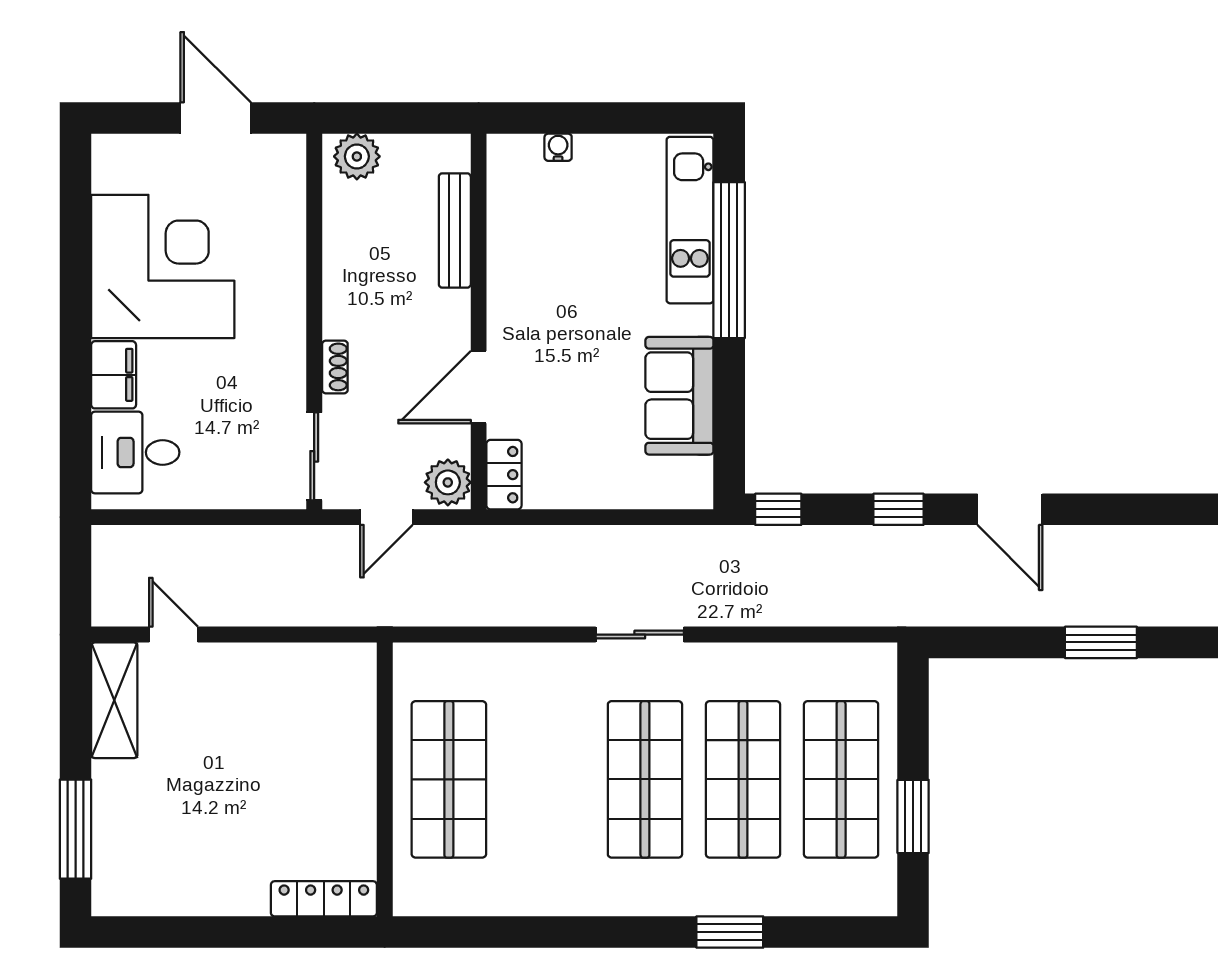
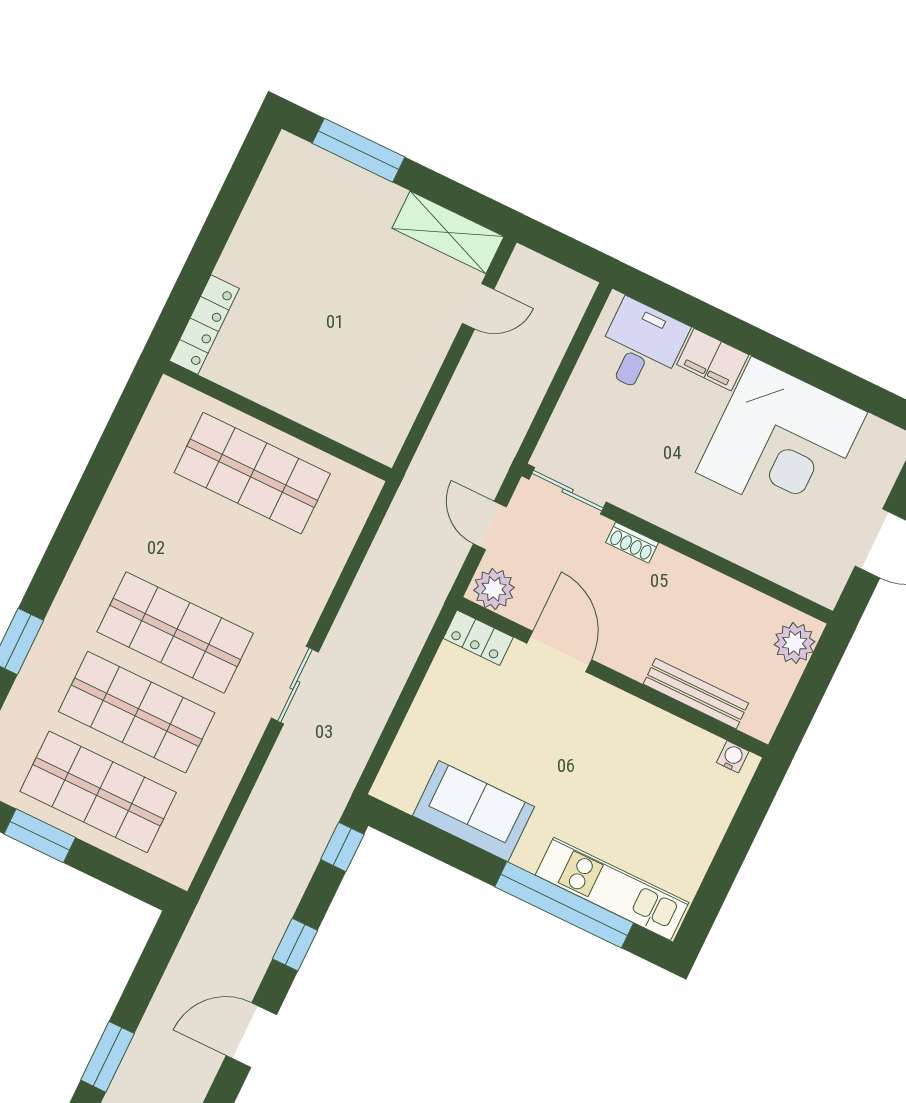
water cooler: (558, 147) -> (733, 757), moved, turned -90

